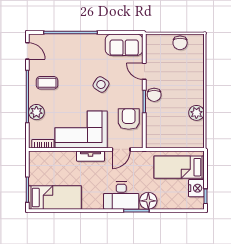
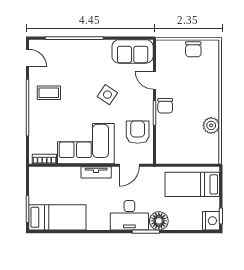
plant: (36, 112) -> (37, 125), removed
nightstand: (196, 188) -> (211, 221), moved

